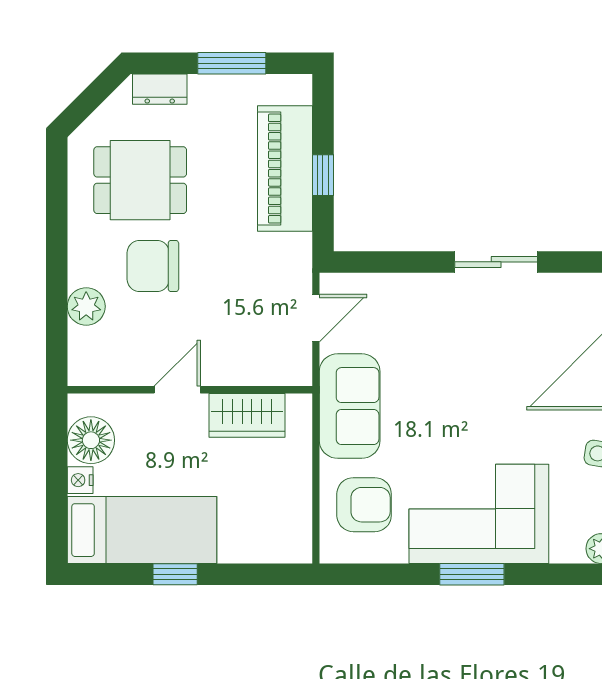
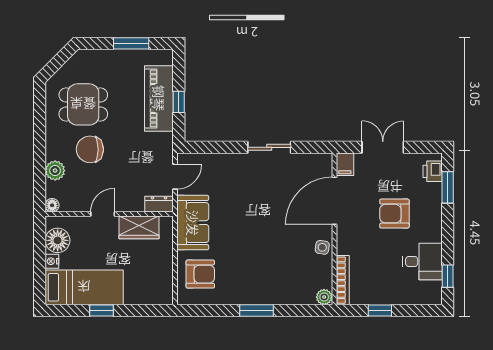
dresser: (160, 89) -> (159, 204), moved, turned 180
floor lamp: (81, 373) -> (52, 205), added
corner sofa: (479, 514) -> (260, 279), removed

